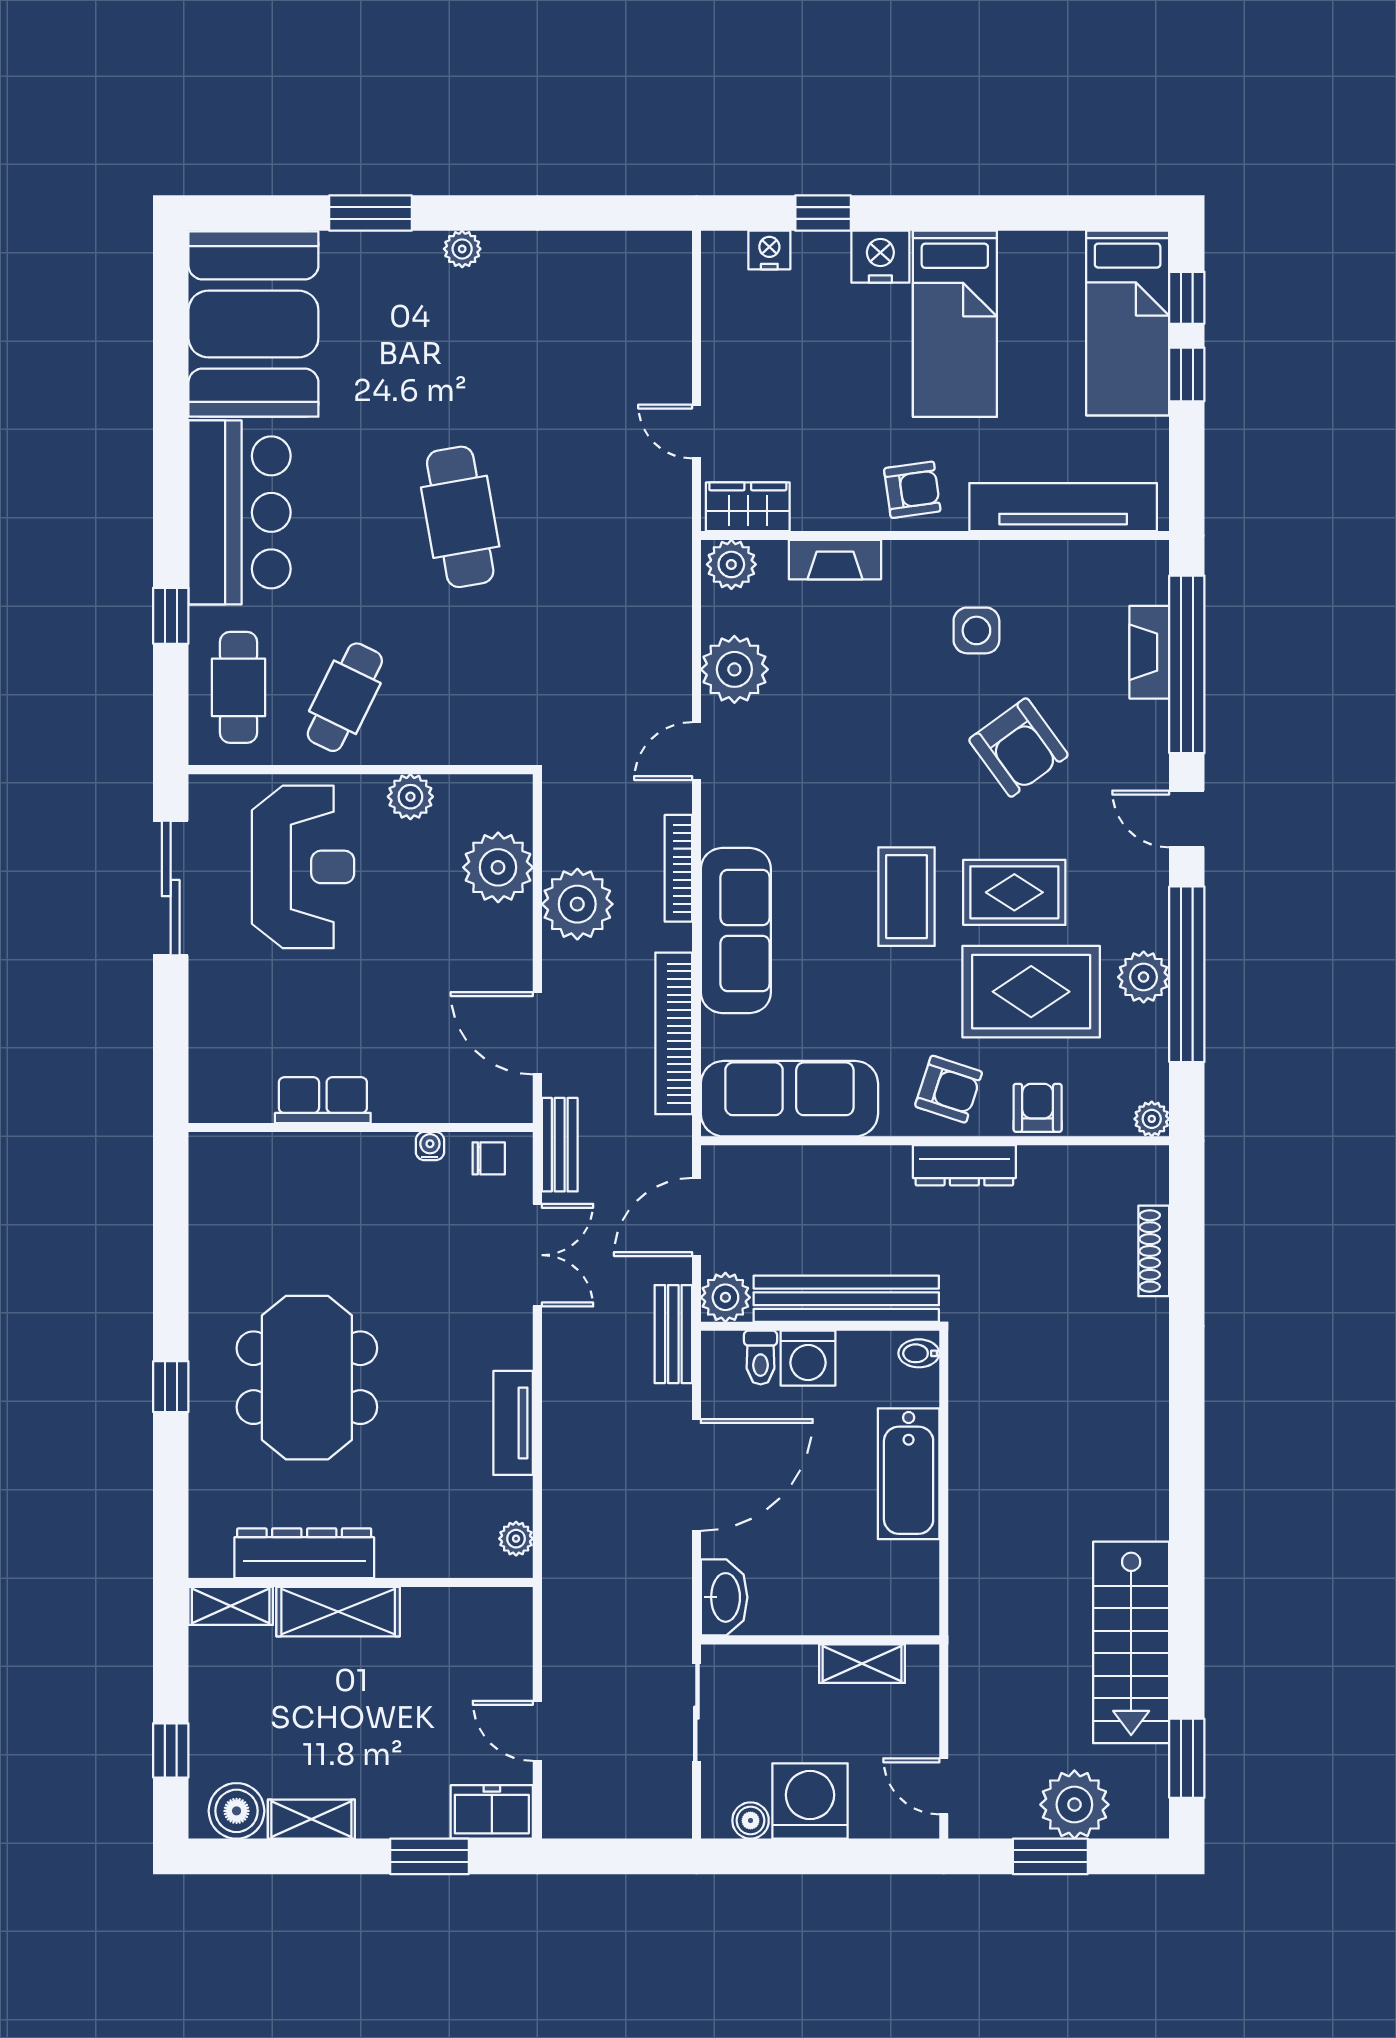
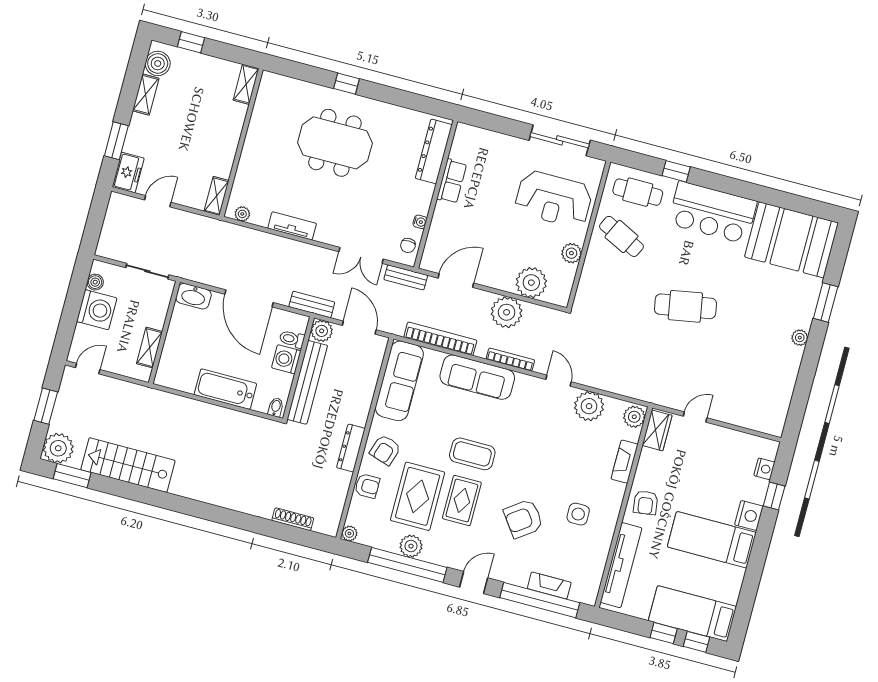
dresser: (304, 1553) -> (434, 151), moved, turned 180
shelving: (338, 1612) -> (217, 196), moved, width x0.67, depth x0.75
plant: (1074, 1805) -> (58, 448), moved

